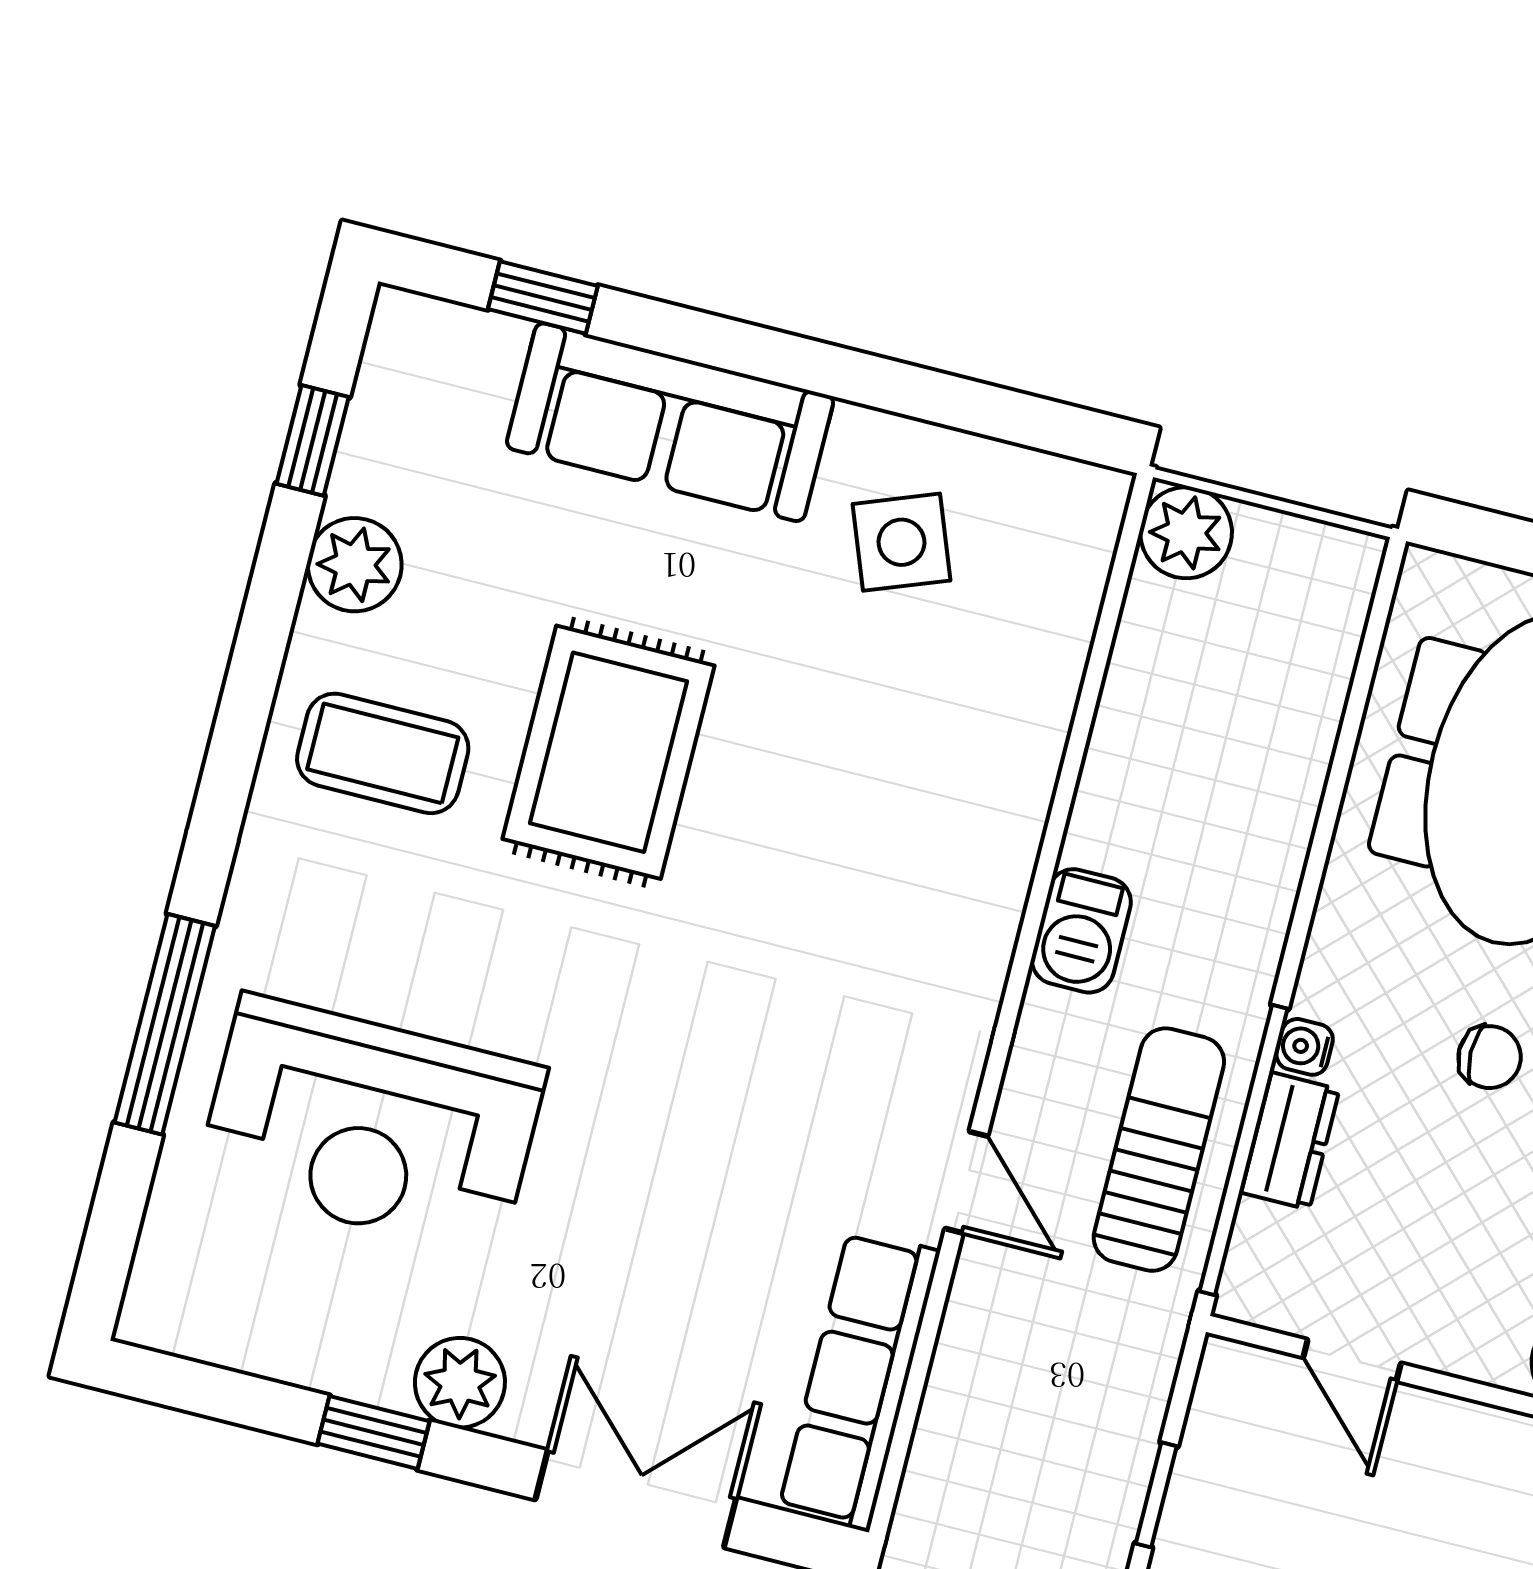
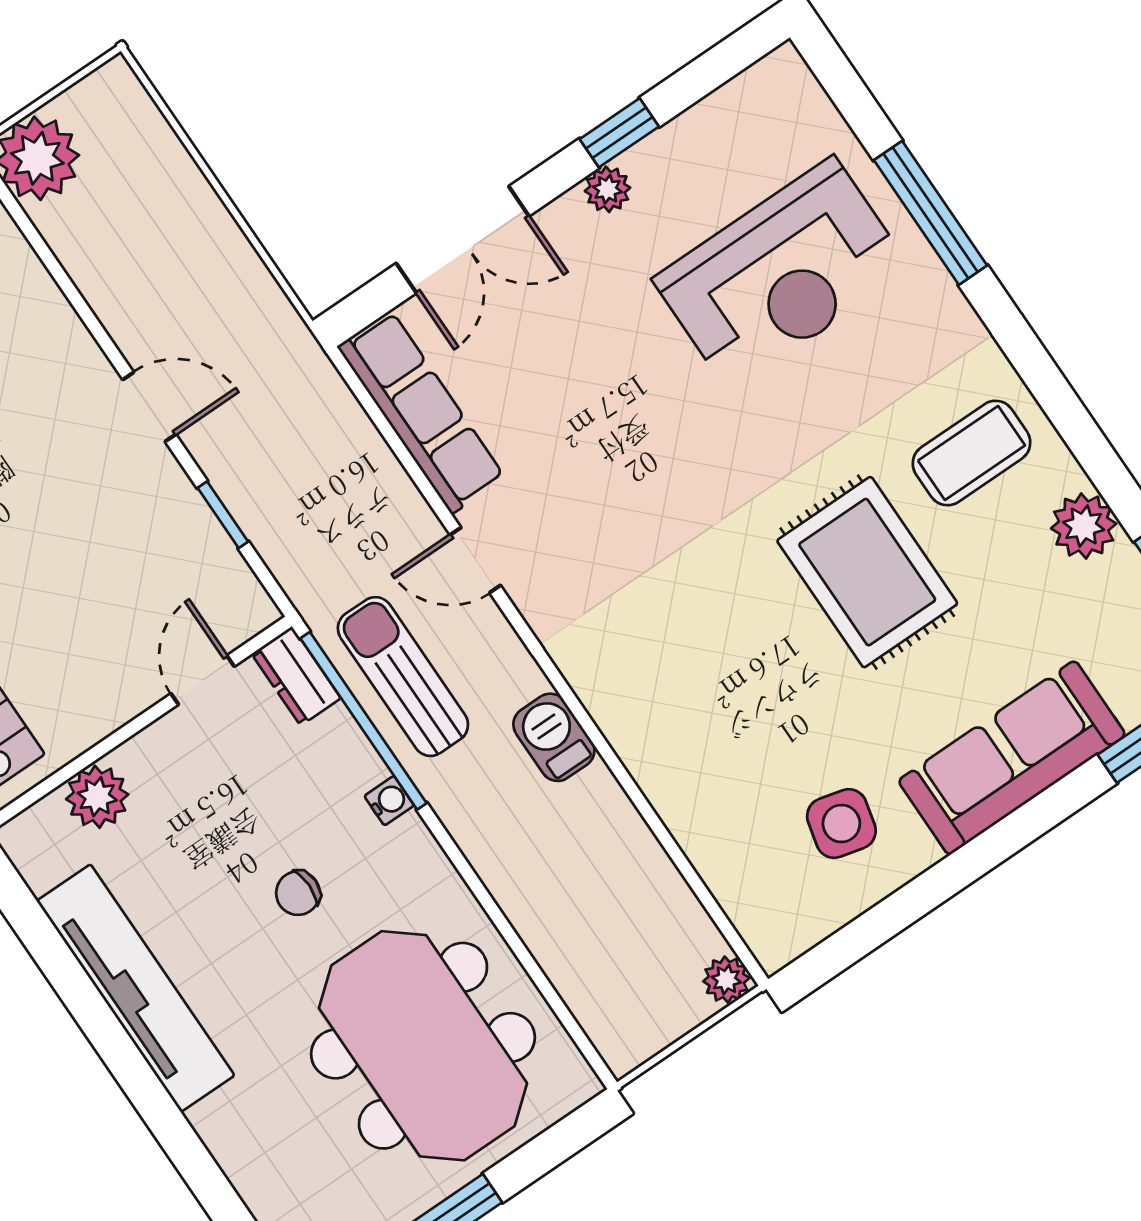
plant: (1186, 533) -> (726, 980), width x0.73, depth x0.73
side table: (901, 542) -> (841, 823), turned 35
reception desk: (371, 1125) -> (782, 274), turned 180
dresser: (1290, 1141) -> (296, 676), moved
sun lounger: (1159, 1150) -> (403, 677), turned 180
door: (1352, 1360) -> (203, 680), hinge flipped
plant: (460, 1383) -> (607, 189), width x0.73, depth x0.73

